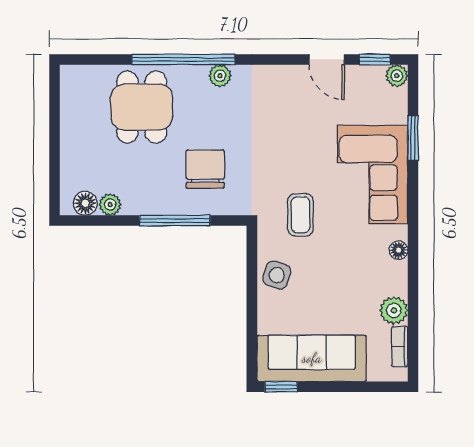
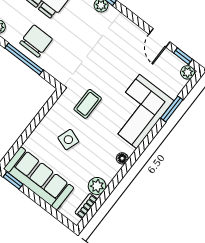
chair: (205, 169) -> (36, 41), moved
side table: (277, 275) -> (68, 140), moved

